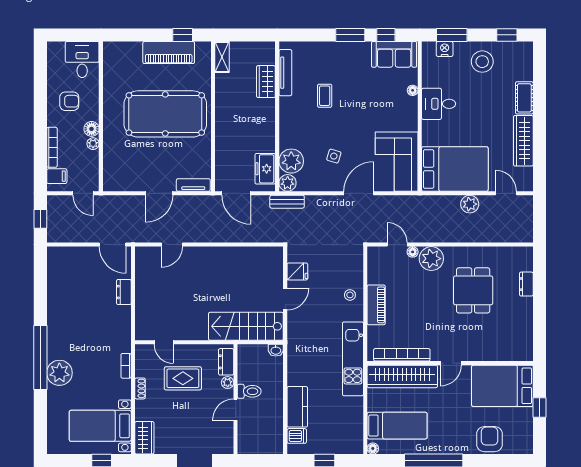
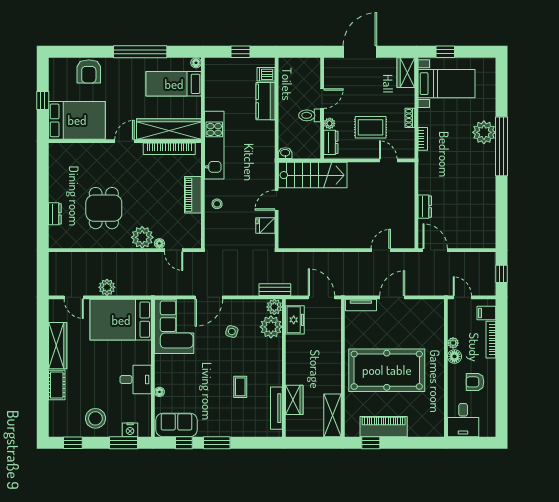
shelving: (222, 57) -> (332, 415), width x1.50, depth x1.33

